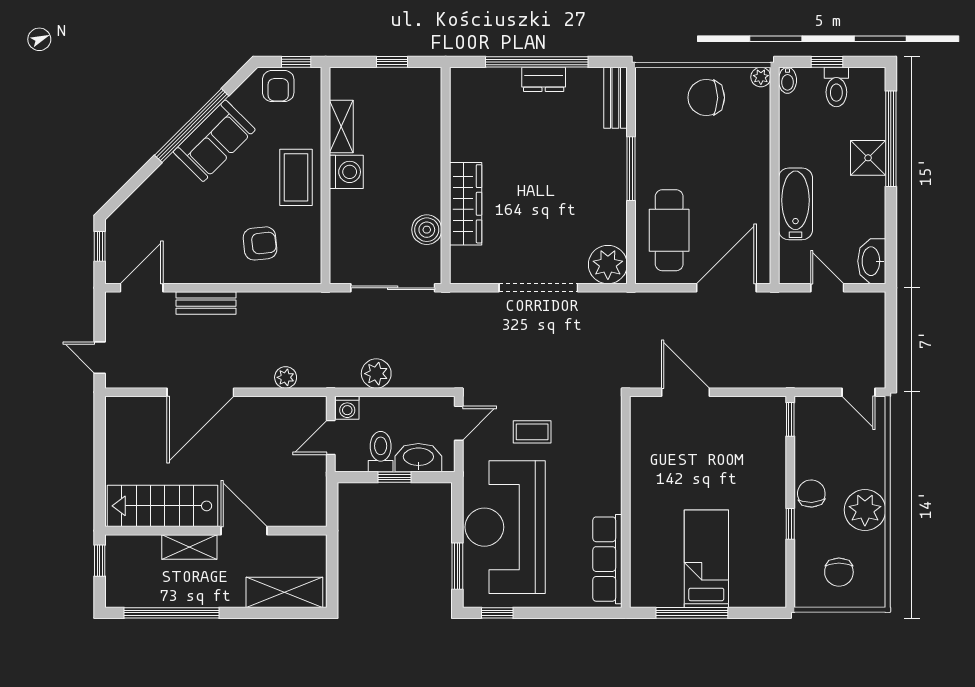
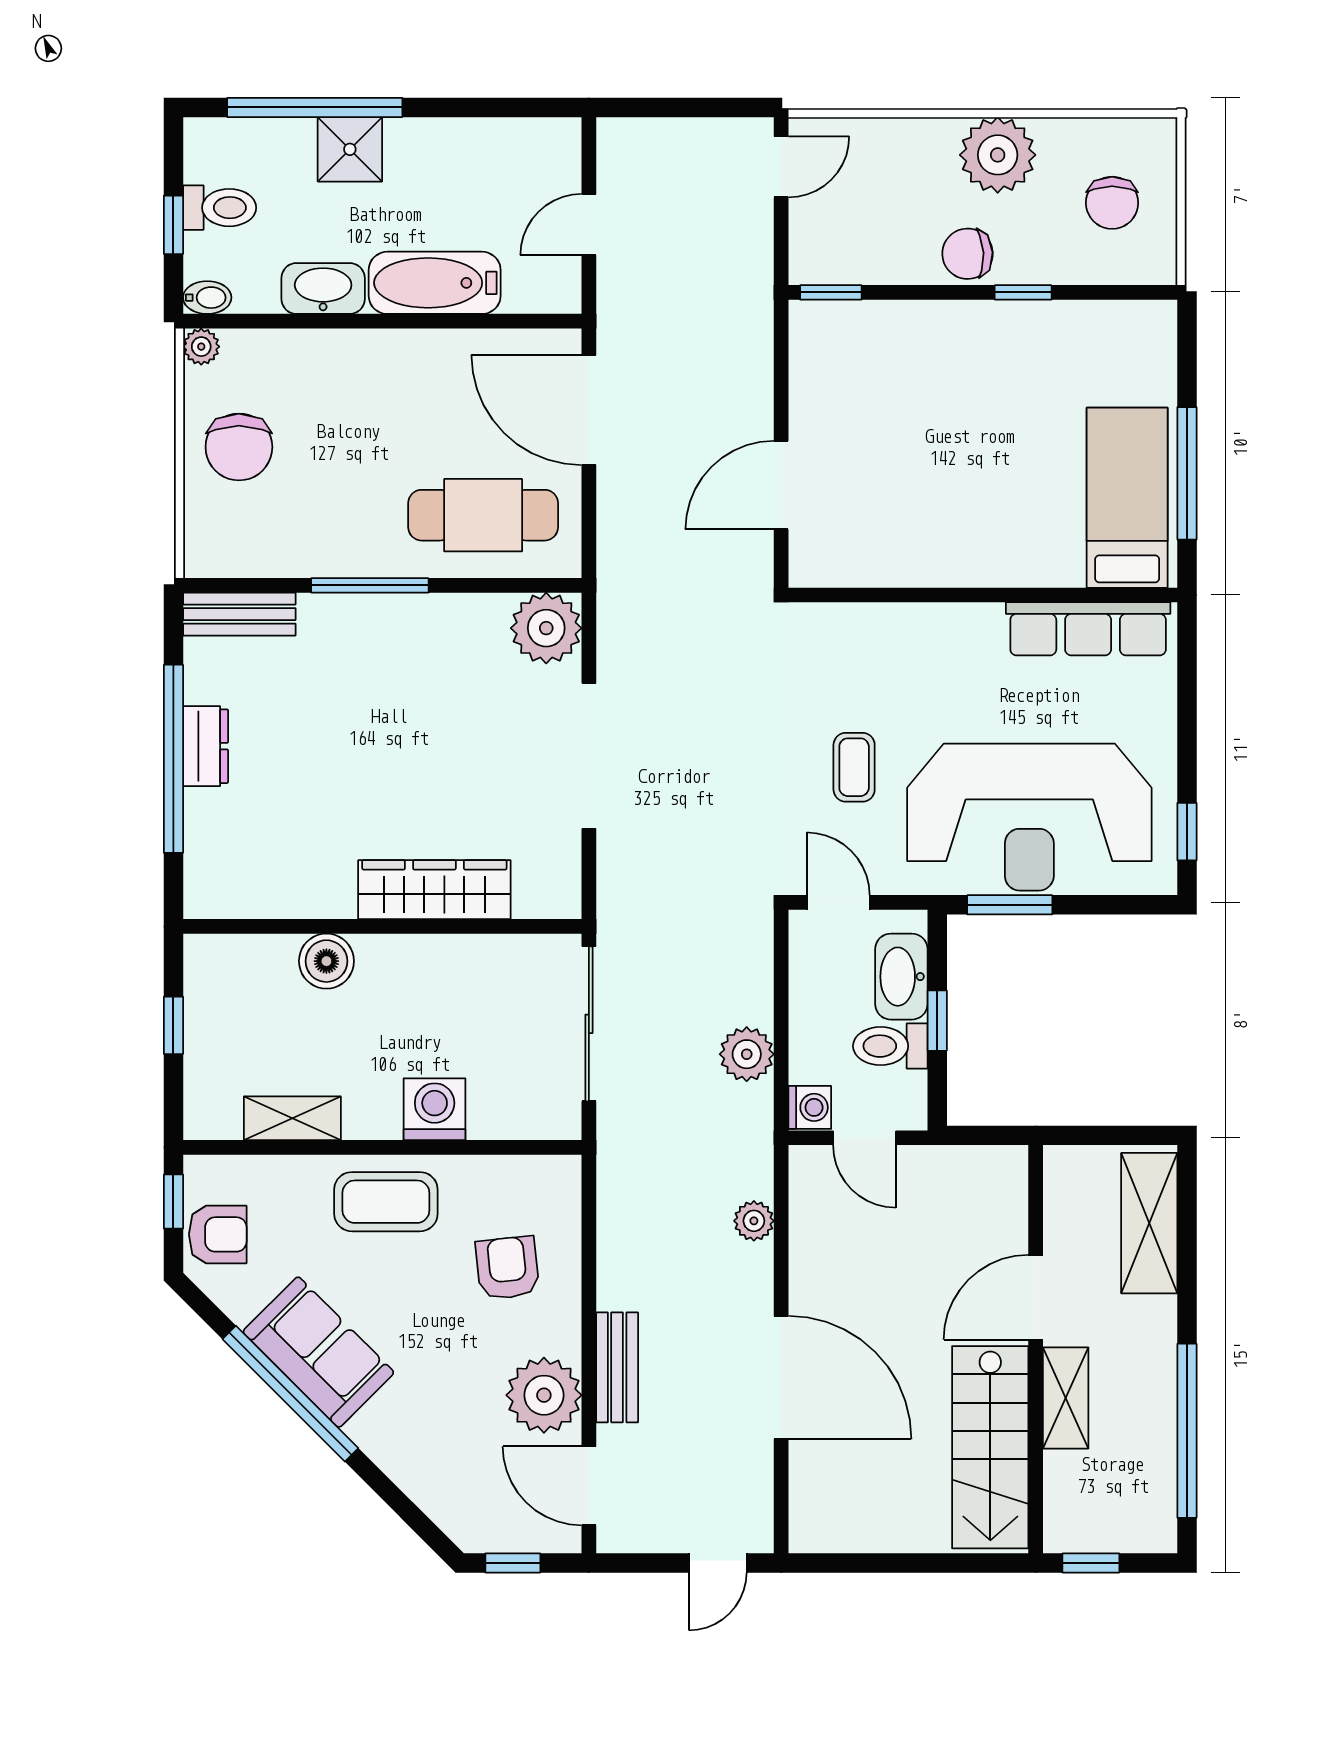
washing machine: (346, 172) -> (435, 1109), moved
boiler: (427, 230) -> (326, 961), moved
washbasin: (872, 261) -> (323, 288), moved, turned 180
plant: (191, 263) -> (544, 1395), added
bed: (706, 559) -> (1127, 498), moved, turned 90
window: (457, 566) -> (1010, 905), moved
chair: (839, 572) -> (1112, 203), turned 90

